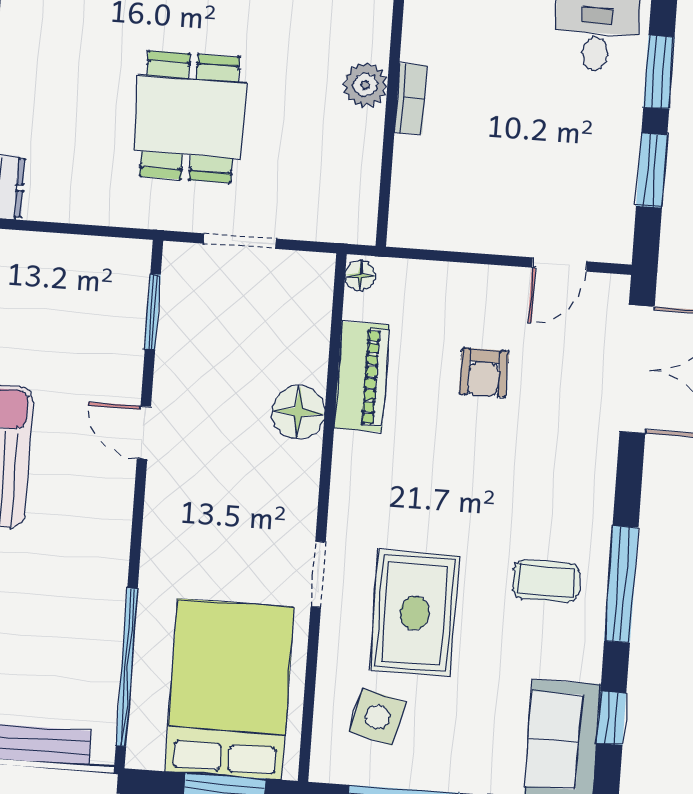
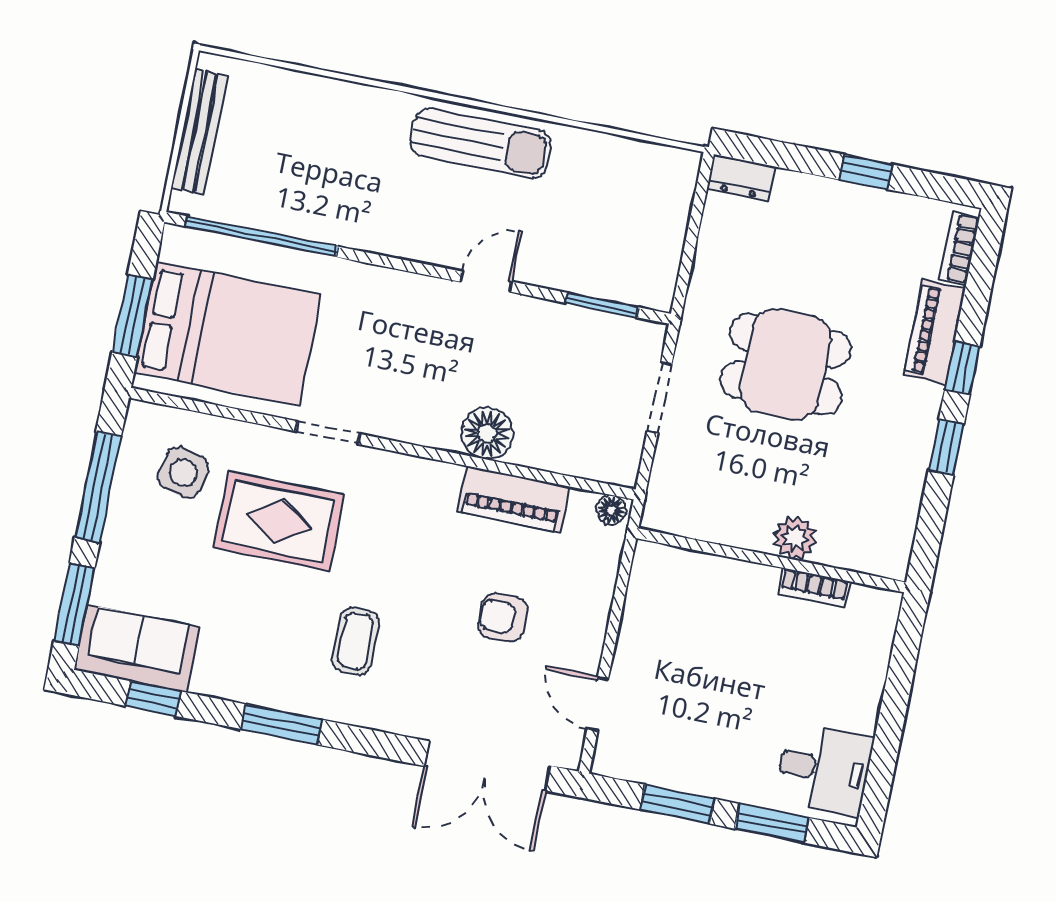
bookcase: (411, 99) -> (814, 588), moved
coffee table: (546, 581) -> (355, 641), moved
window: (621, 584) -> (281, 724), width x0.69

